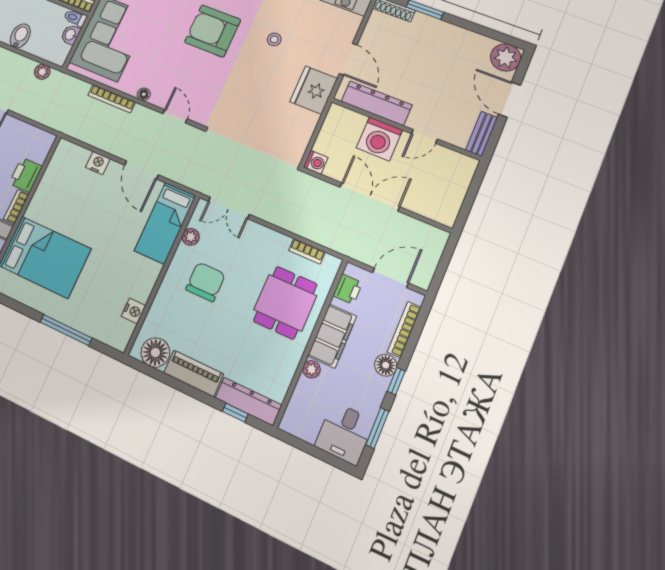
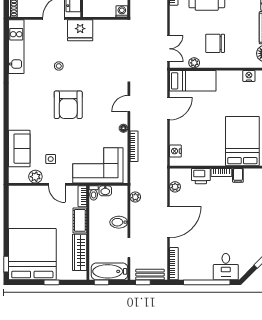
plant: (29, 132) -> (175, 187), added
nightstand: (98, 163) -> (175, 151), moved

